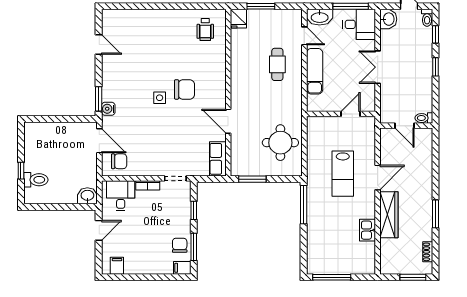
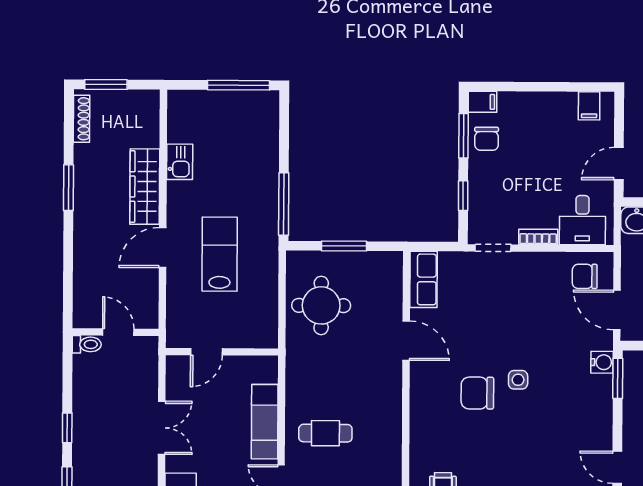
cafe table: (277, 64) -> (325, 433), turned 90
window: (252, 179) -> (344, 246), moved
shoe rack: (428, 252) -> (82, 119), width x1.43

